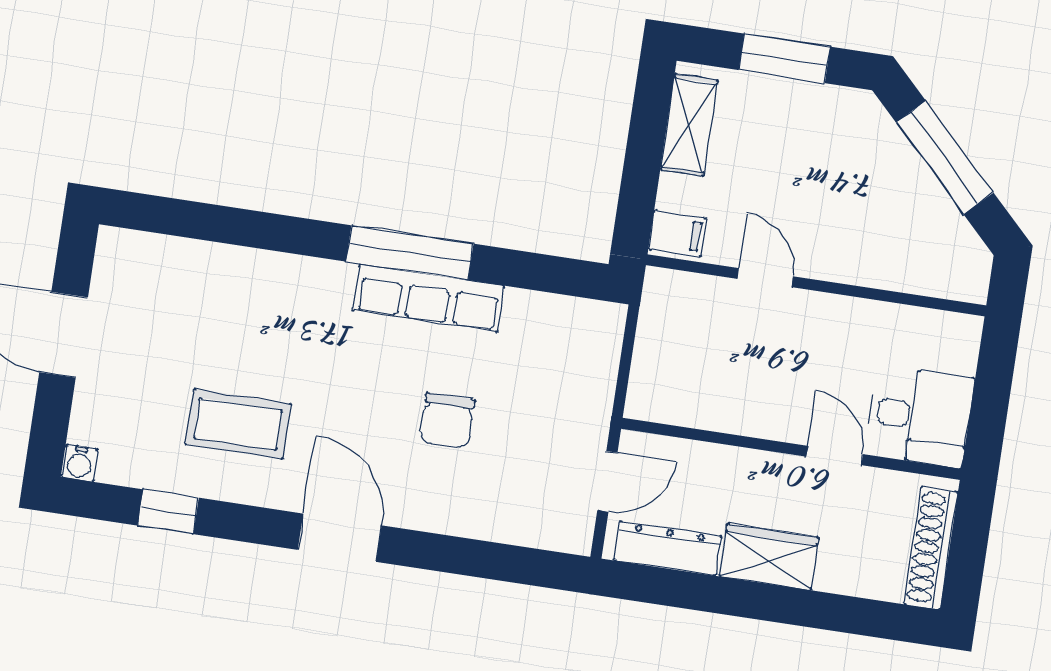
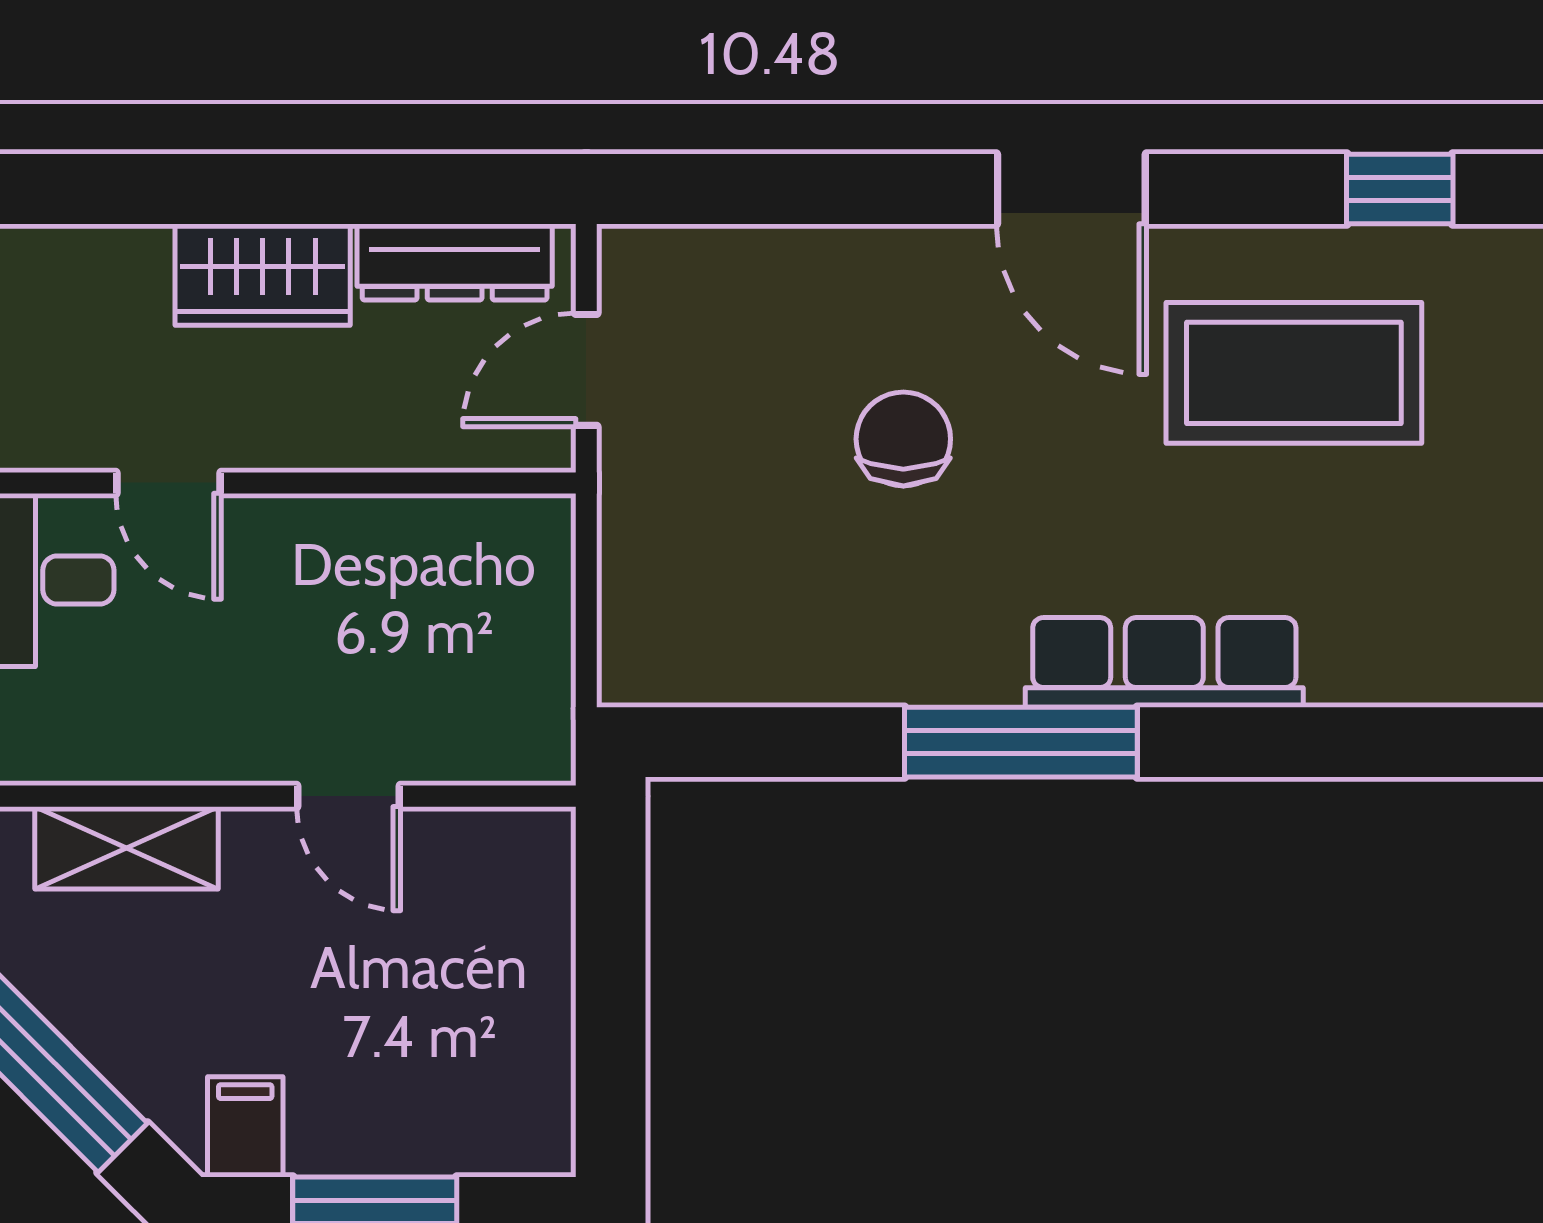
shelving: (689, 125) -> (126, 848), moved, turned 90
filing cabinet: (677, 234) -> (245, 1127), moved, turned 90
row of seats: (429, 298) -> (1164, 662), moved
coffee table: (238, 424) -> (1294, 373), width x1.36, depth x1.32

